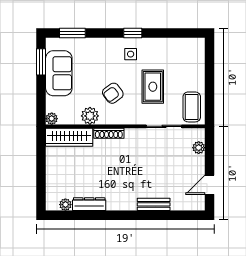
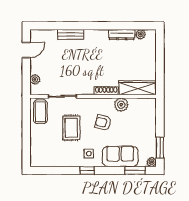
sofa: (59, 73) -> (120, 156), moved, turned 90
armchair: (113, 93) -> (103, 123), turned -130
plant: (52, 119) -> (152, 162), moved

